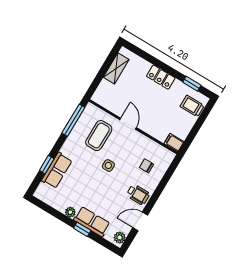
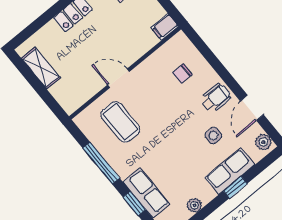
window: (73, 120) -> (101, 163), moved
side table: (108, 165) -> (213, 136), moved
plant: (70, 212) -> (194, 205), moved

